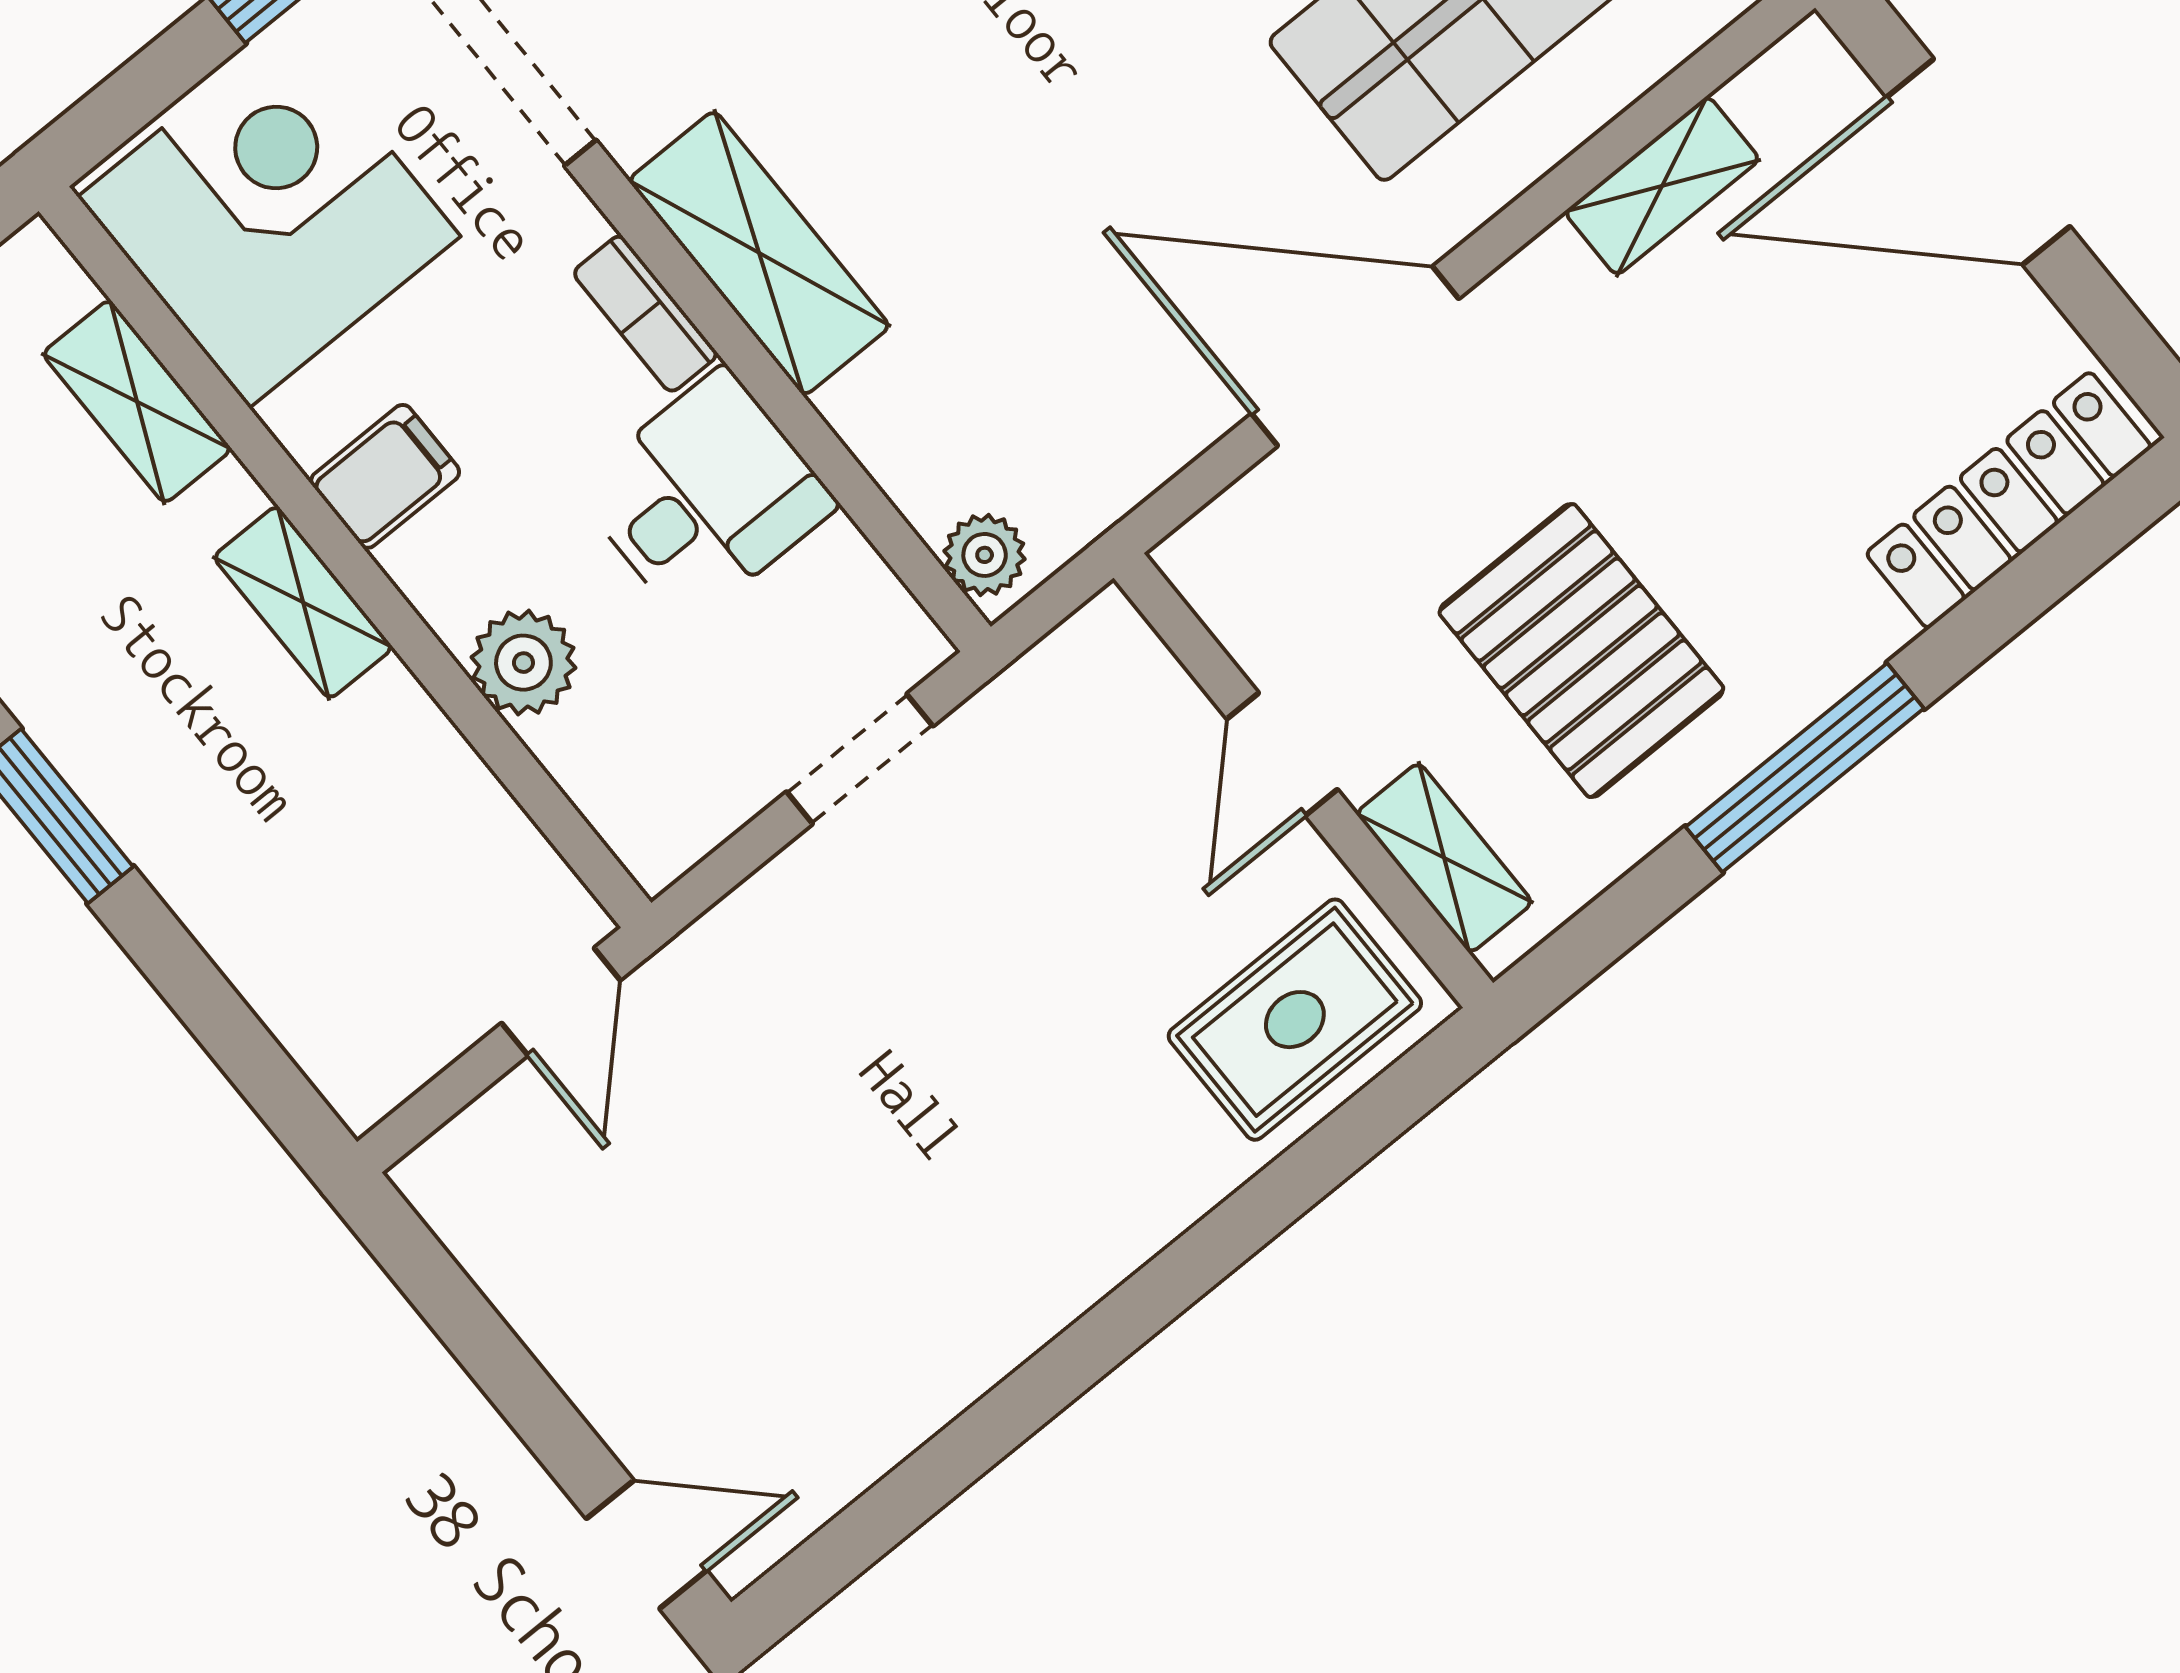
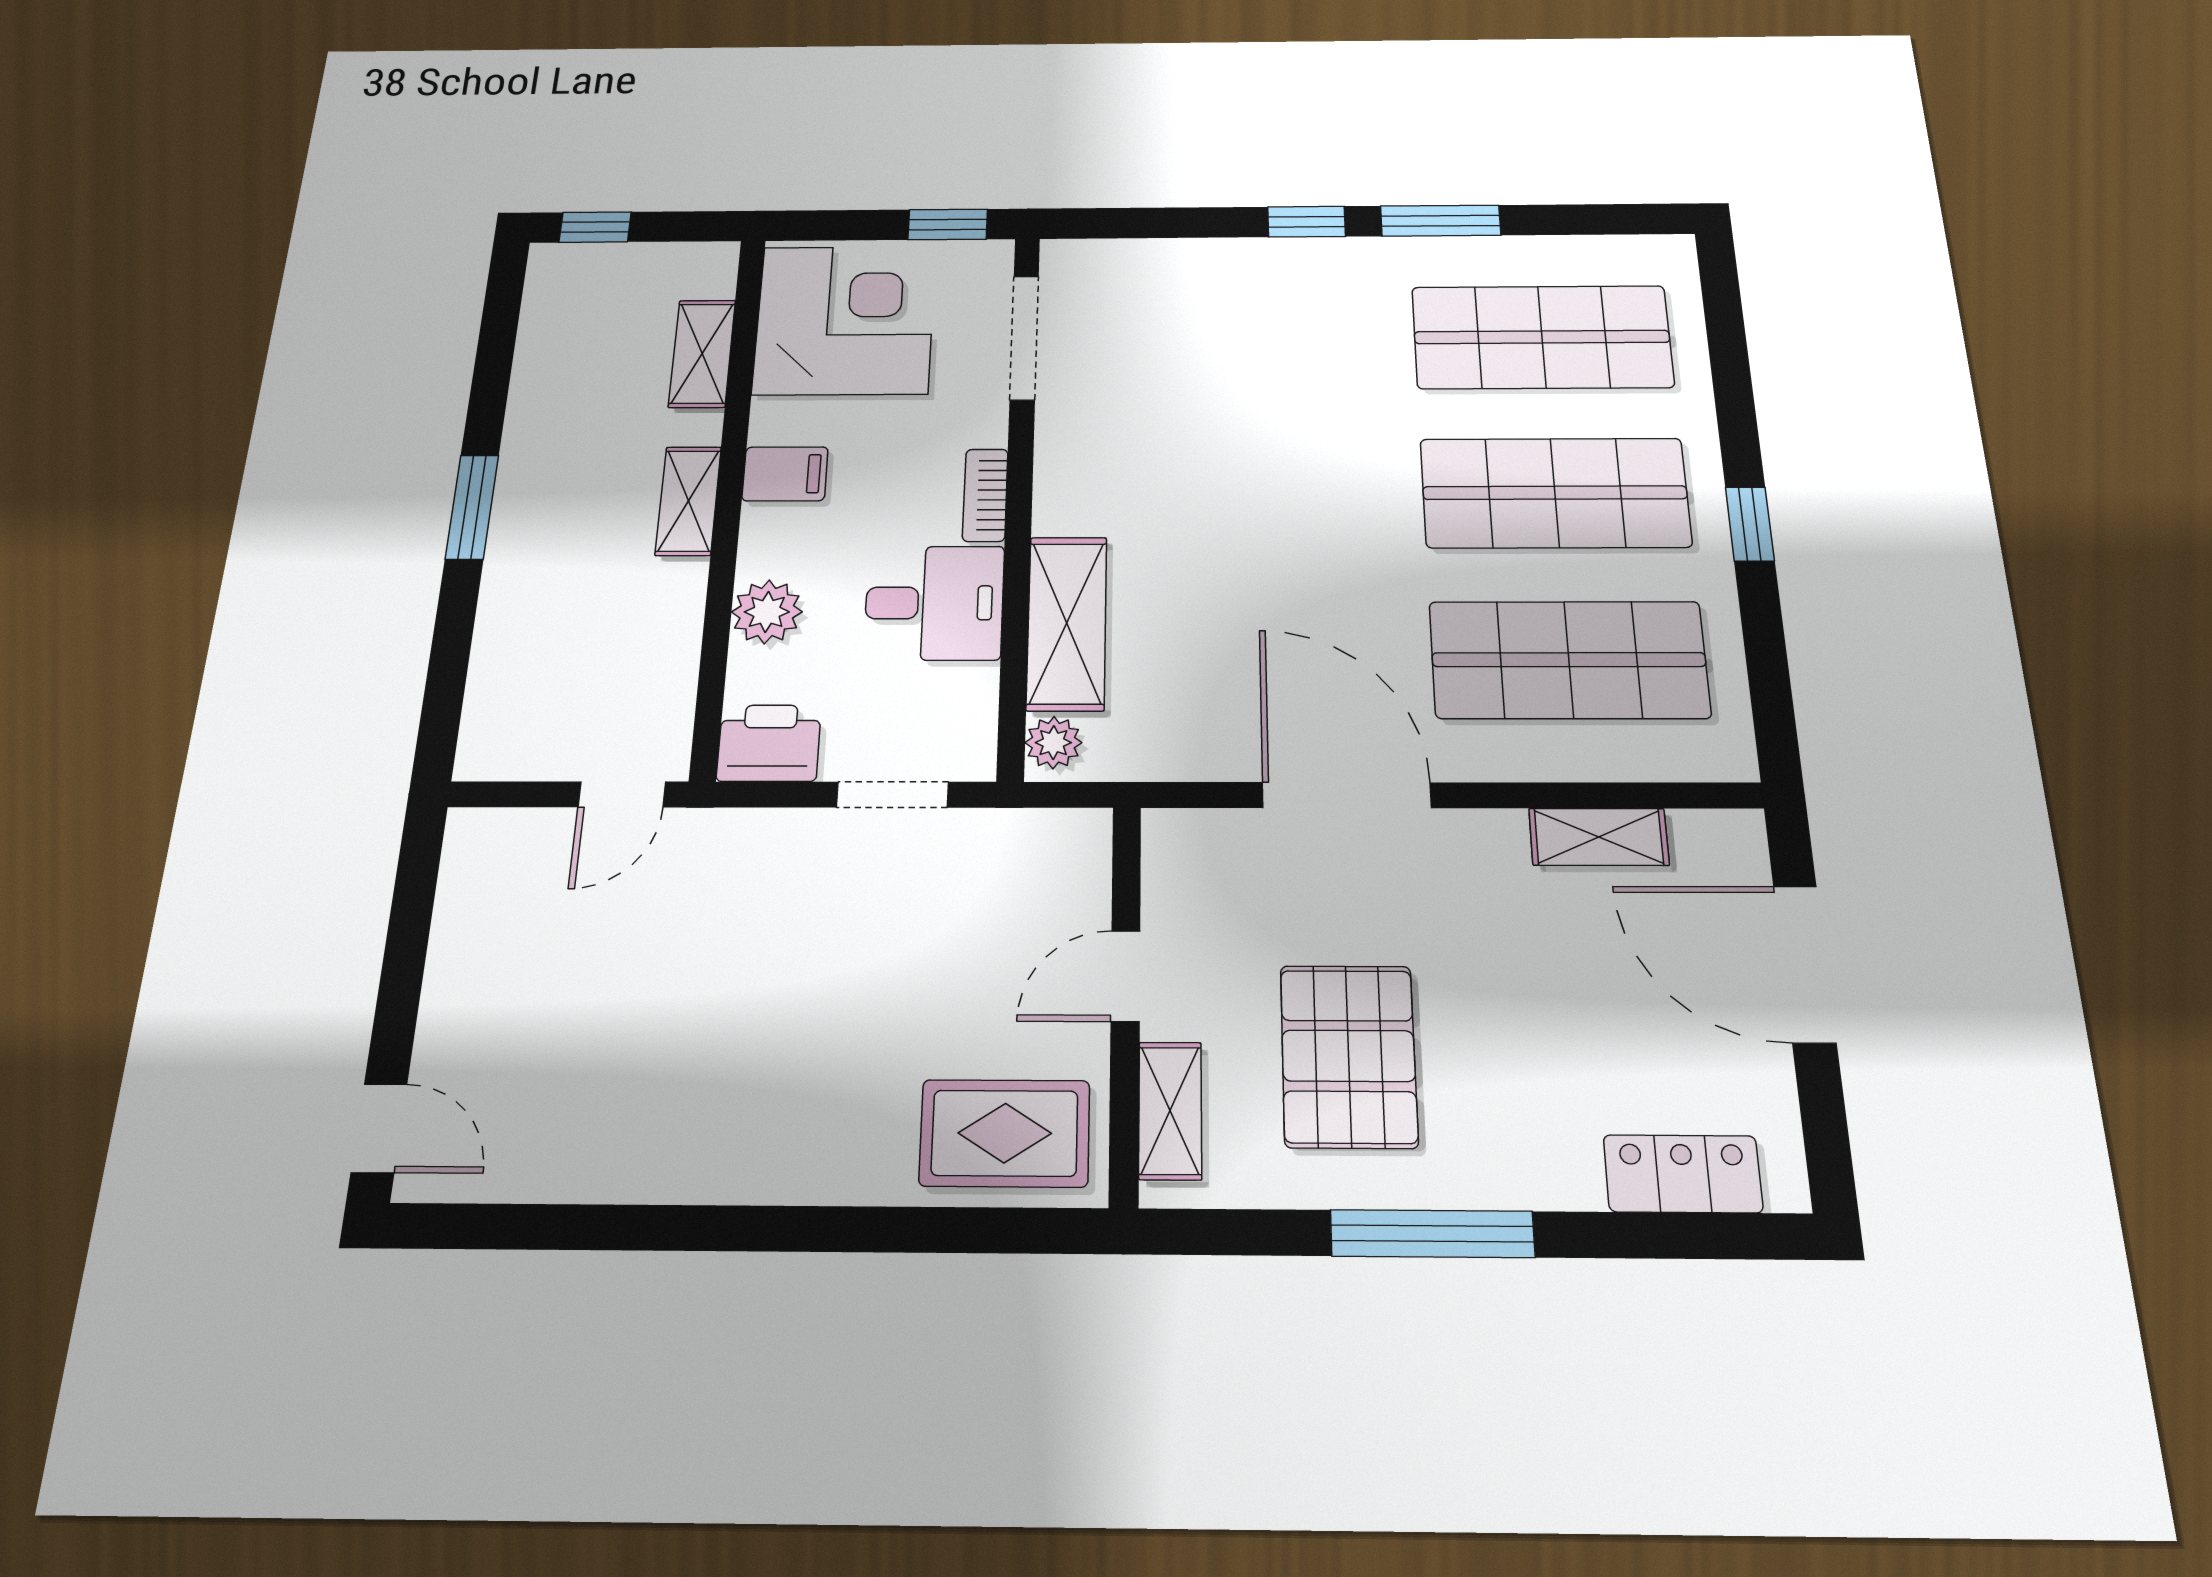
shelving: (759, 253) -> (1067, 623), moved
locker: (2009, 500) -> (1683, 1174), width x0.66
printer: (670, 812) -> (769, 743), added

